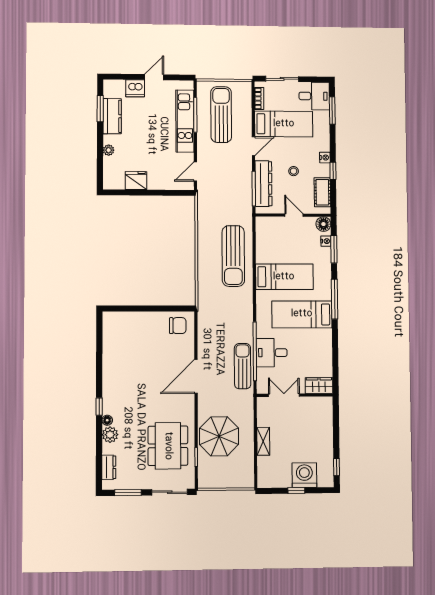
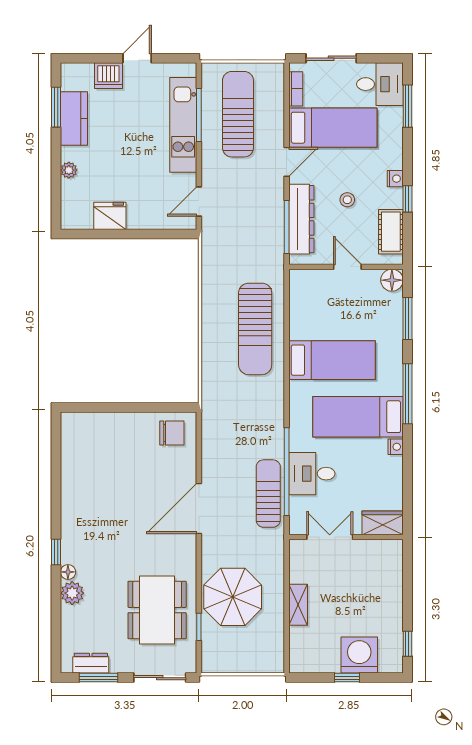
nightstand: (326, 241) -> (396, 447), moved
dresser: (109, 467) -> (91, 663), moved, turned -90

